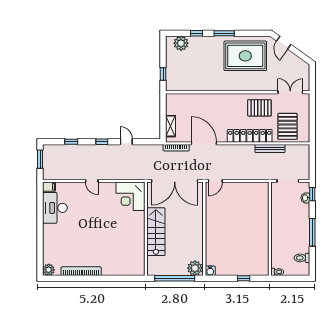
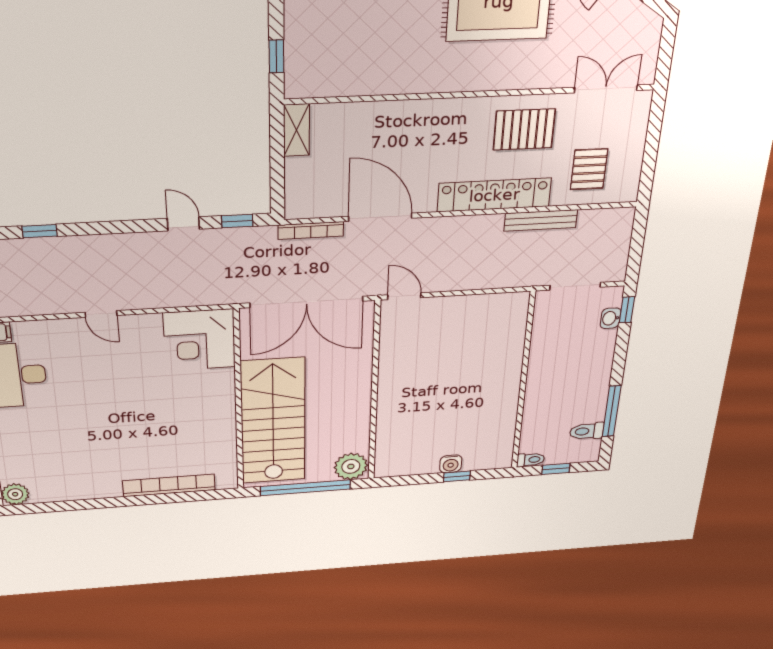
shelving: (170, 126) -> (297, 130), moved
pallet: (288, 126) -> (589, 169), width x0.67, depth x0.71
window: (102, 142) -> (237, 221), moved
door: (215, 181) -> (404, 296), swing flipped
stairs: (156, 232) -> (273, 421), width x1.36, depth x1.51
window: (312, 232) -> (612, 411), moved
bookcase: (81, 271) -> (169, 485), moved
water cooler: (210, 271) -> (451, 464), moved
window: (290, 278) -> (556, 469), added

